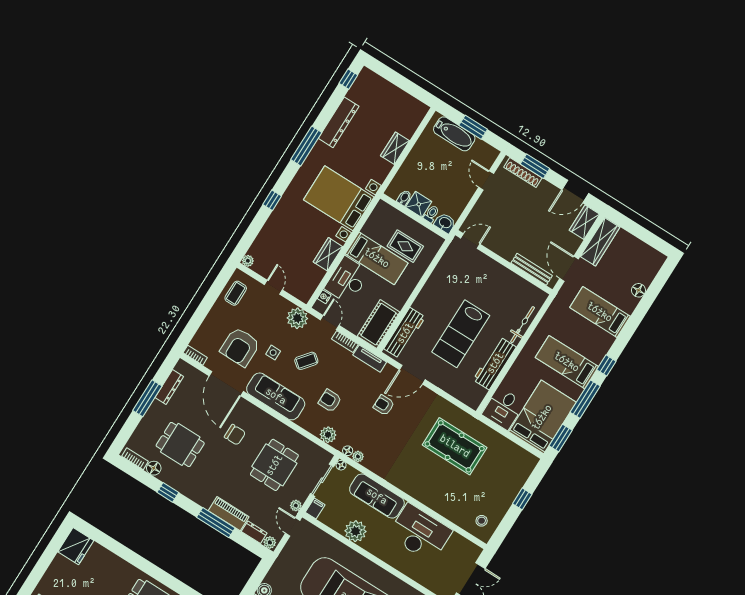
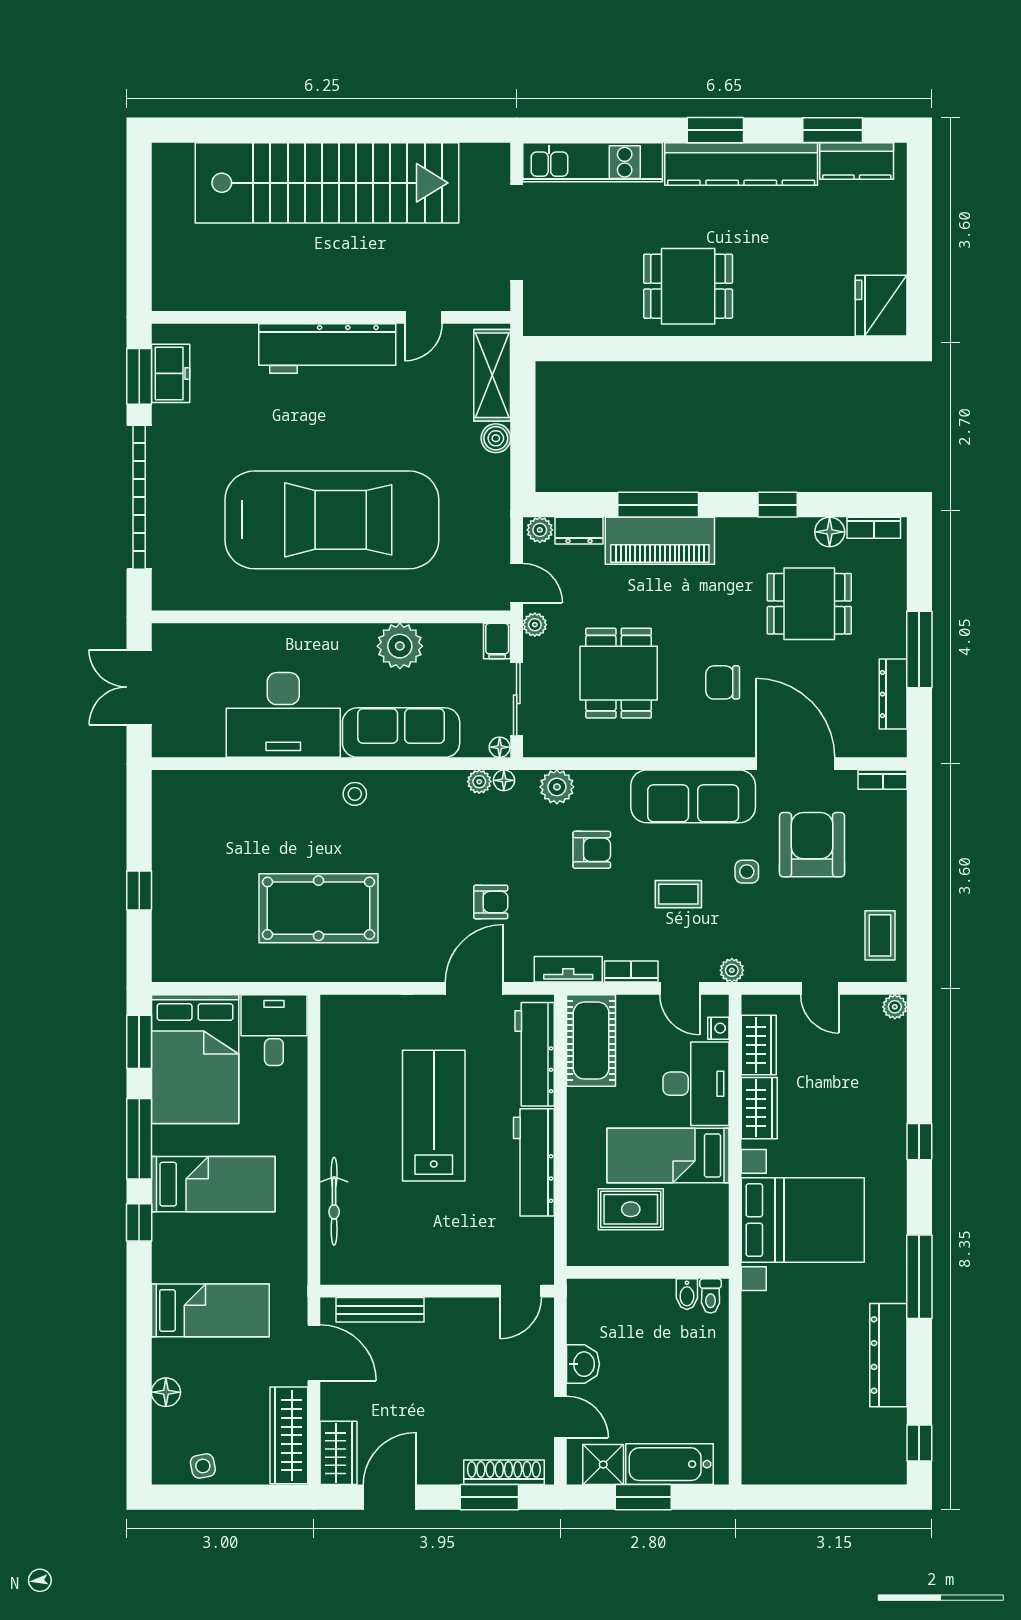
wardrobe: (395, 148) -> (759, 1045), moved
shower: (419, 204) -> (603, 1464), moved
toilet: (431, 214) -> (711, 1296), moved
washbasin: (445, 223) -> (583, 1364), moved, turned -90
side table: (642, 251) -> (203, 1466), added
plant: (297, 318) -> (732, 970), width x0.53, depth x0.53
coffee table: (306, 361) -> (678, 894), turned 51
workbench: (495, 363) -> (534, 1162), moved, turned 180
piano: (229, 514) -> (660, 541), width x1.37, depth x1.33
stool: (482, 521) -> (355, 794), moved

